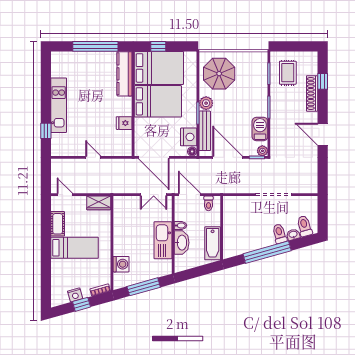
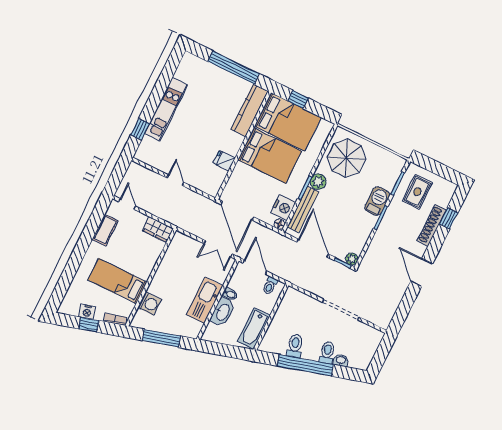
barbecue: (260, 129) -> (377, 201), moved
toilet: (304, 226) -> (295, 346), moved
bed: (75, 248) -> (118, 281), moved, turned 180

